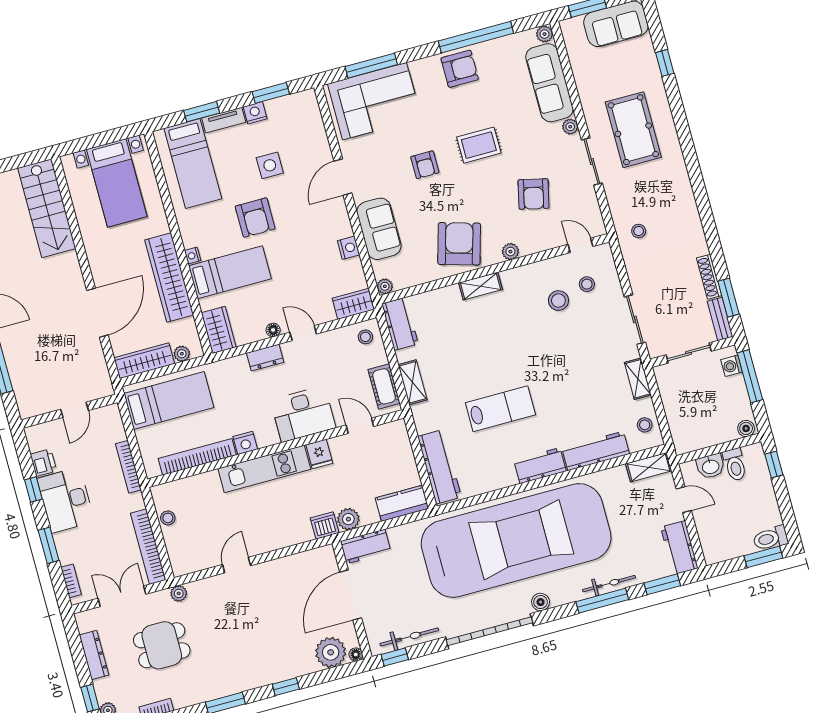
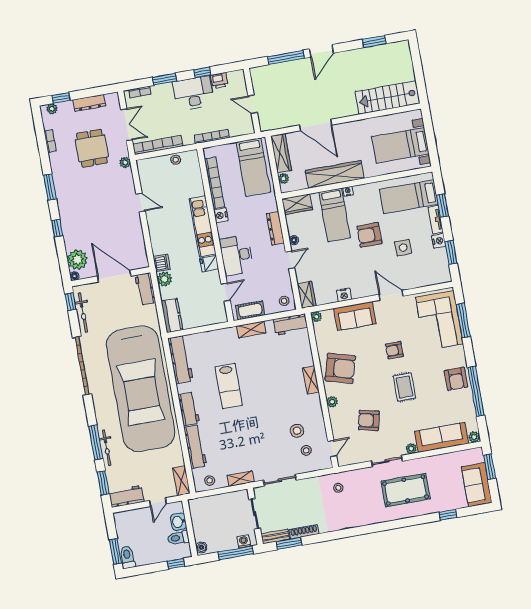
dresser: (265, 358) -> (275, 228), width x1.44
workbench: (439, 467) -> (180, 360), moved, turned -90
boiler: (541, 602) -> (98, 401), removed

